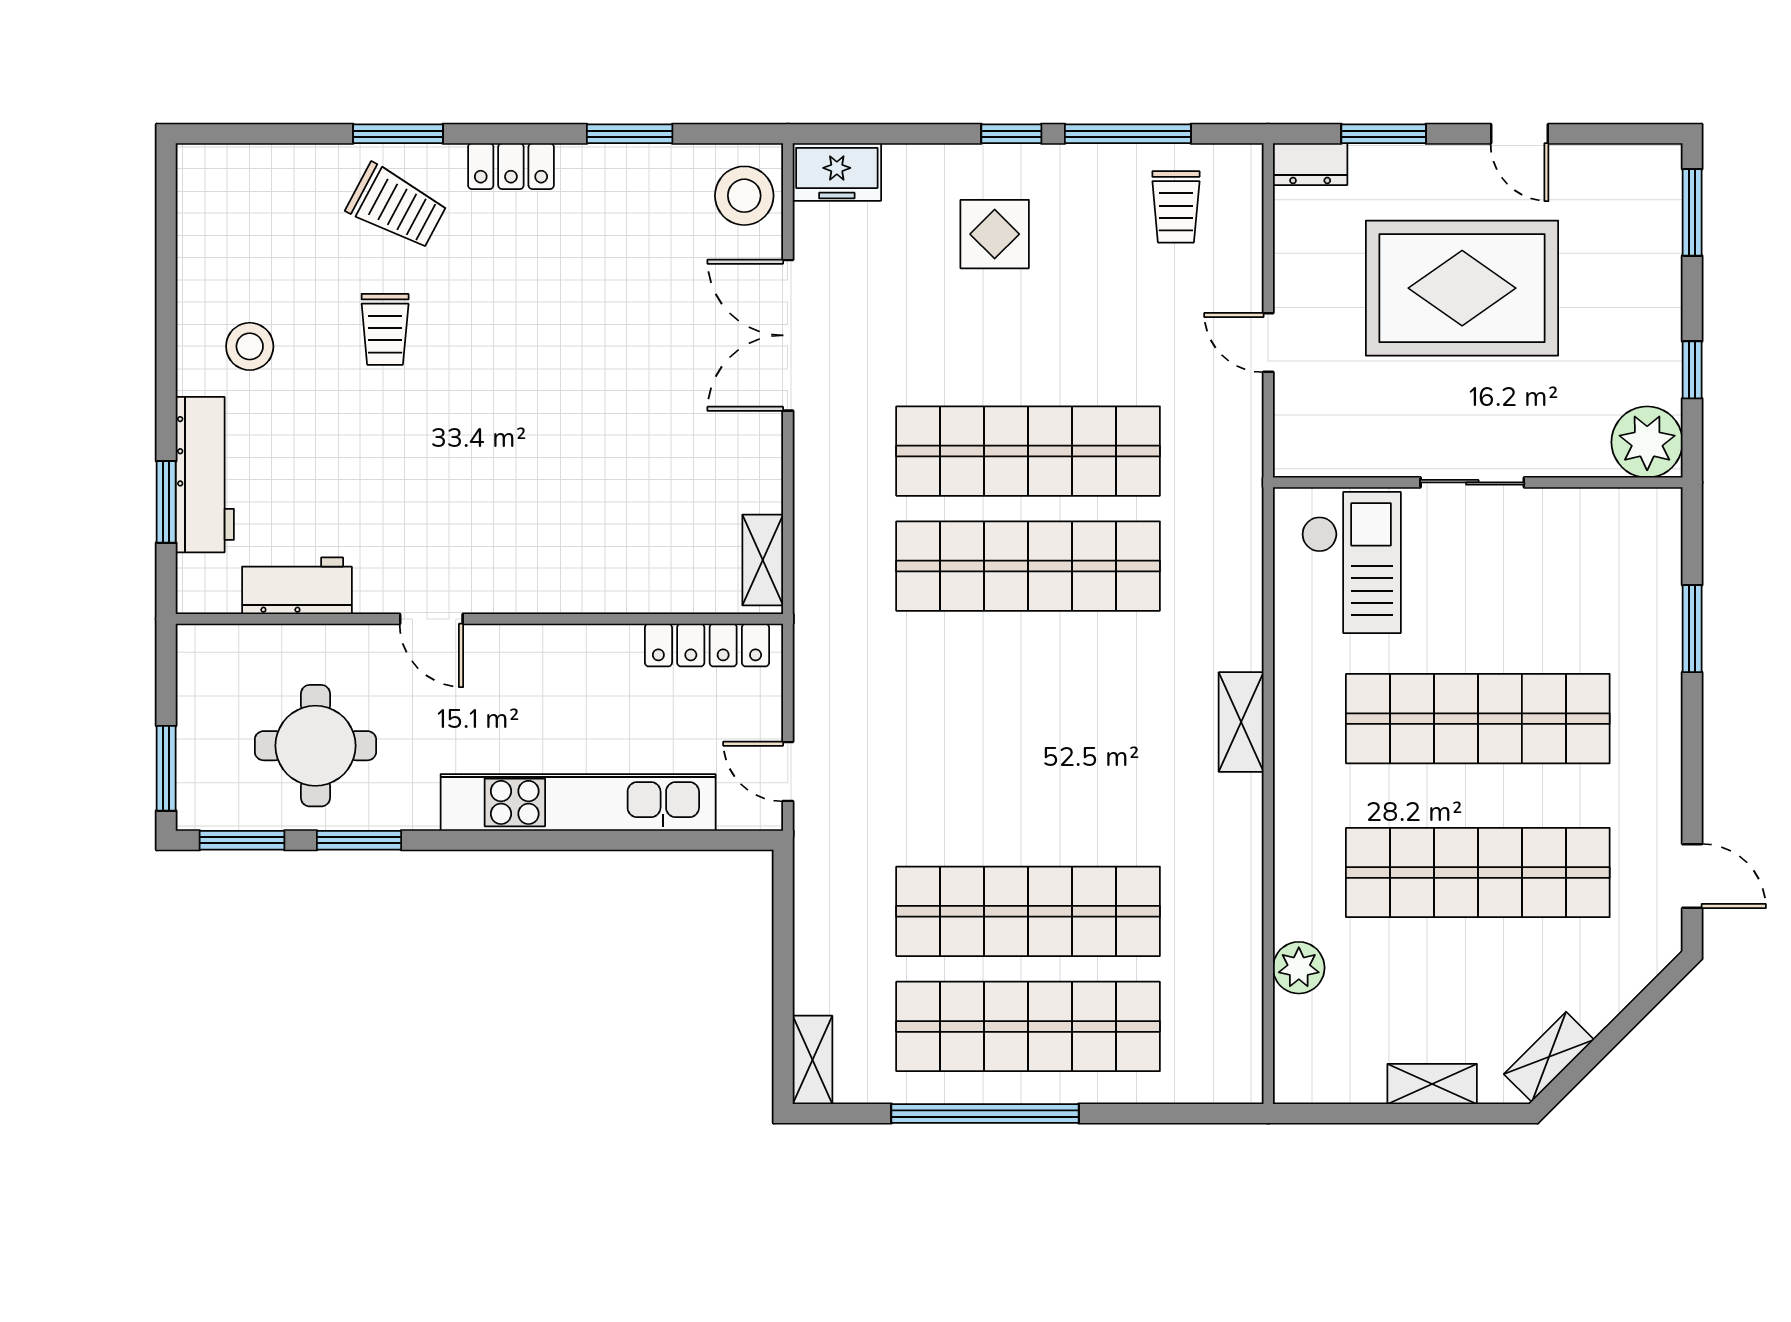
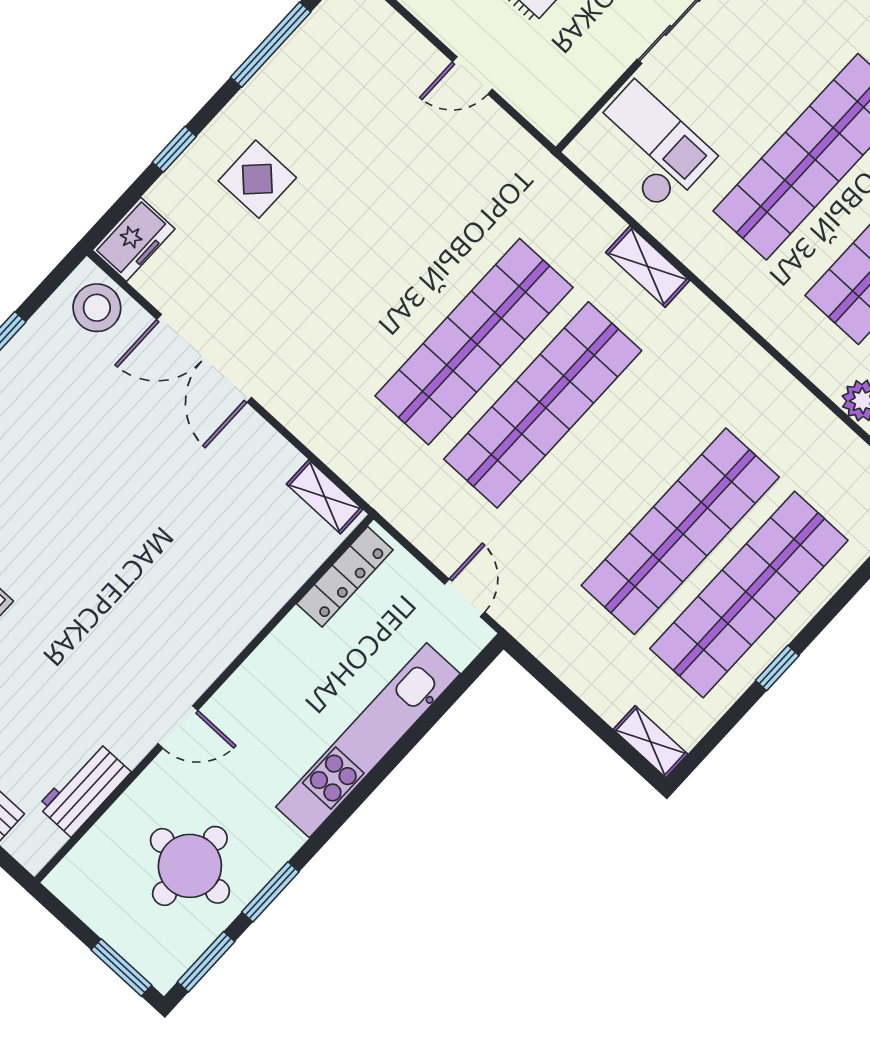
window: (1011, 134) -> (174, 149), moved
trolley: (1176, 207) -> (341, 56), removed
shop shelf: (1028, 451) -> (543, 405), moved
shelving: (1241, 722) -> (648, 266), moved
door: (788, 771) -> (465, 598), swing flipped
window: (985, 1113) -> (777, 668), width x0.32

